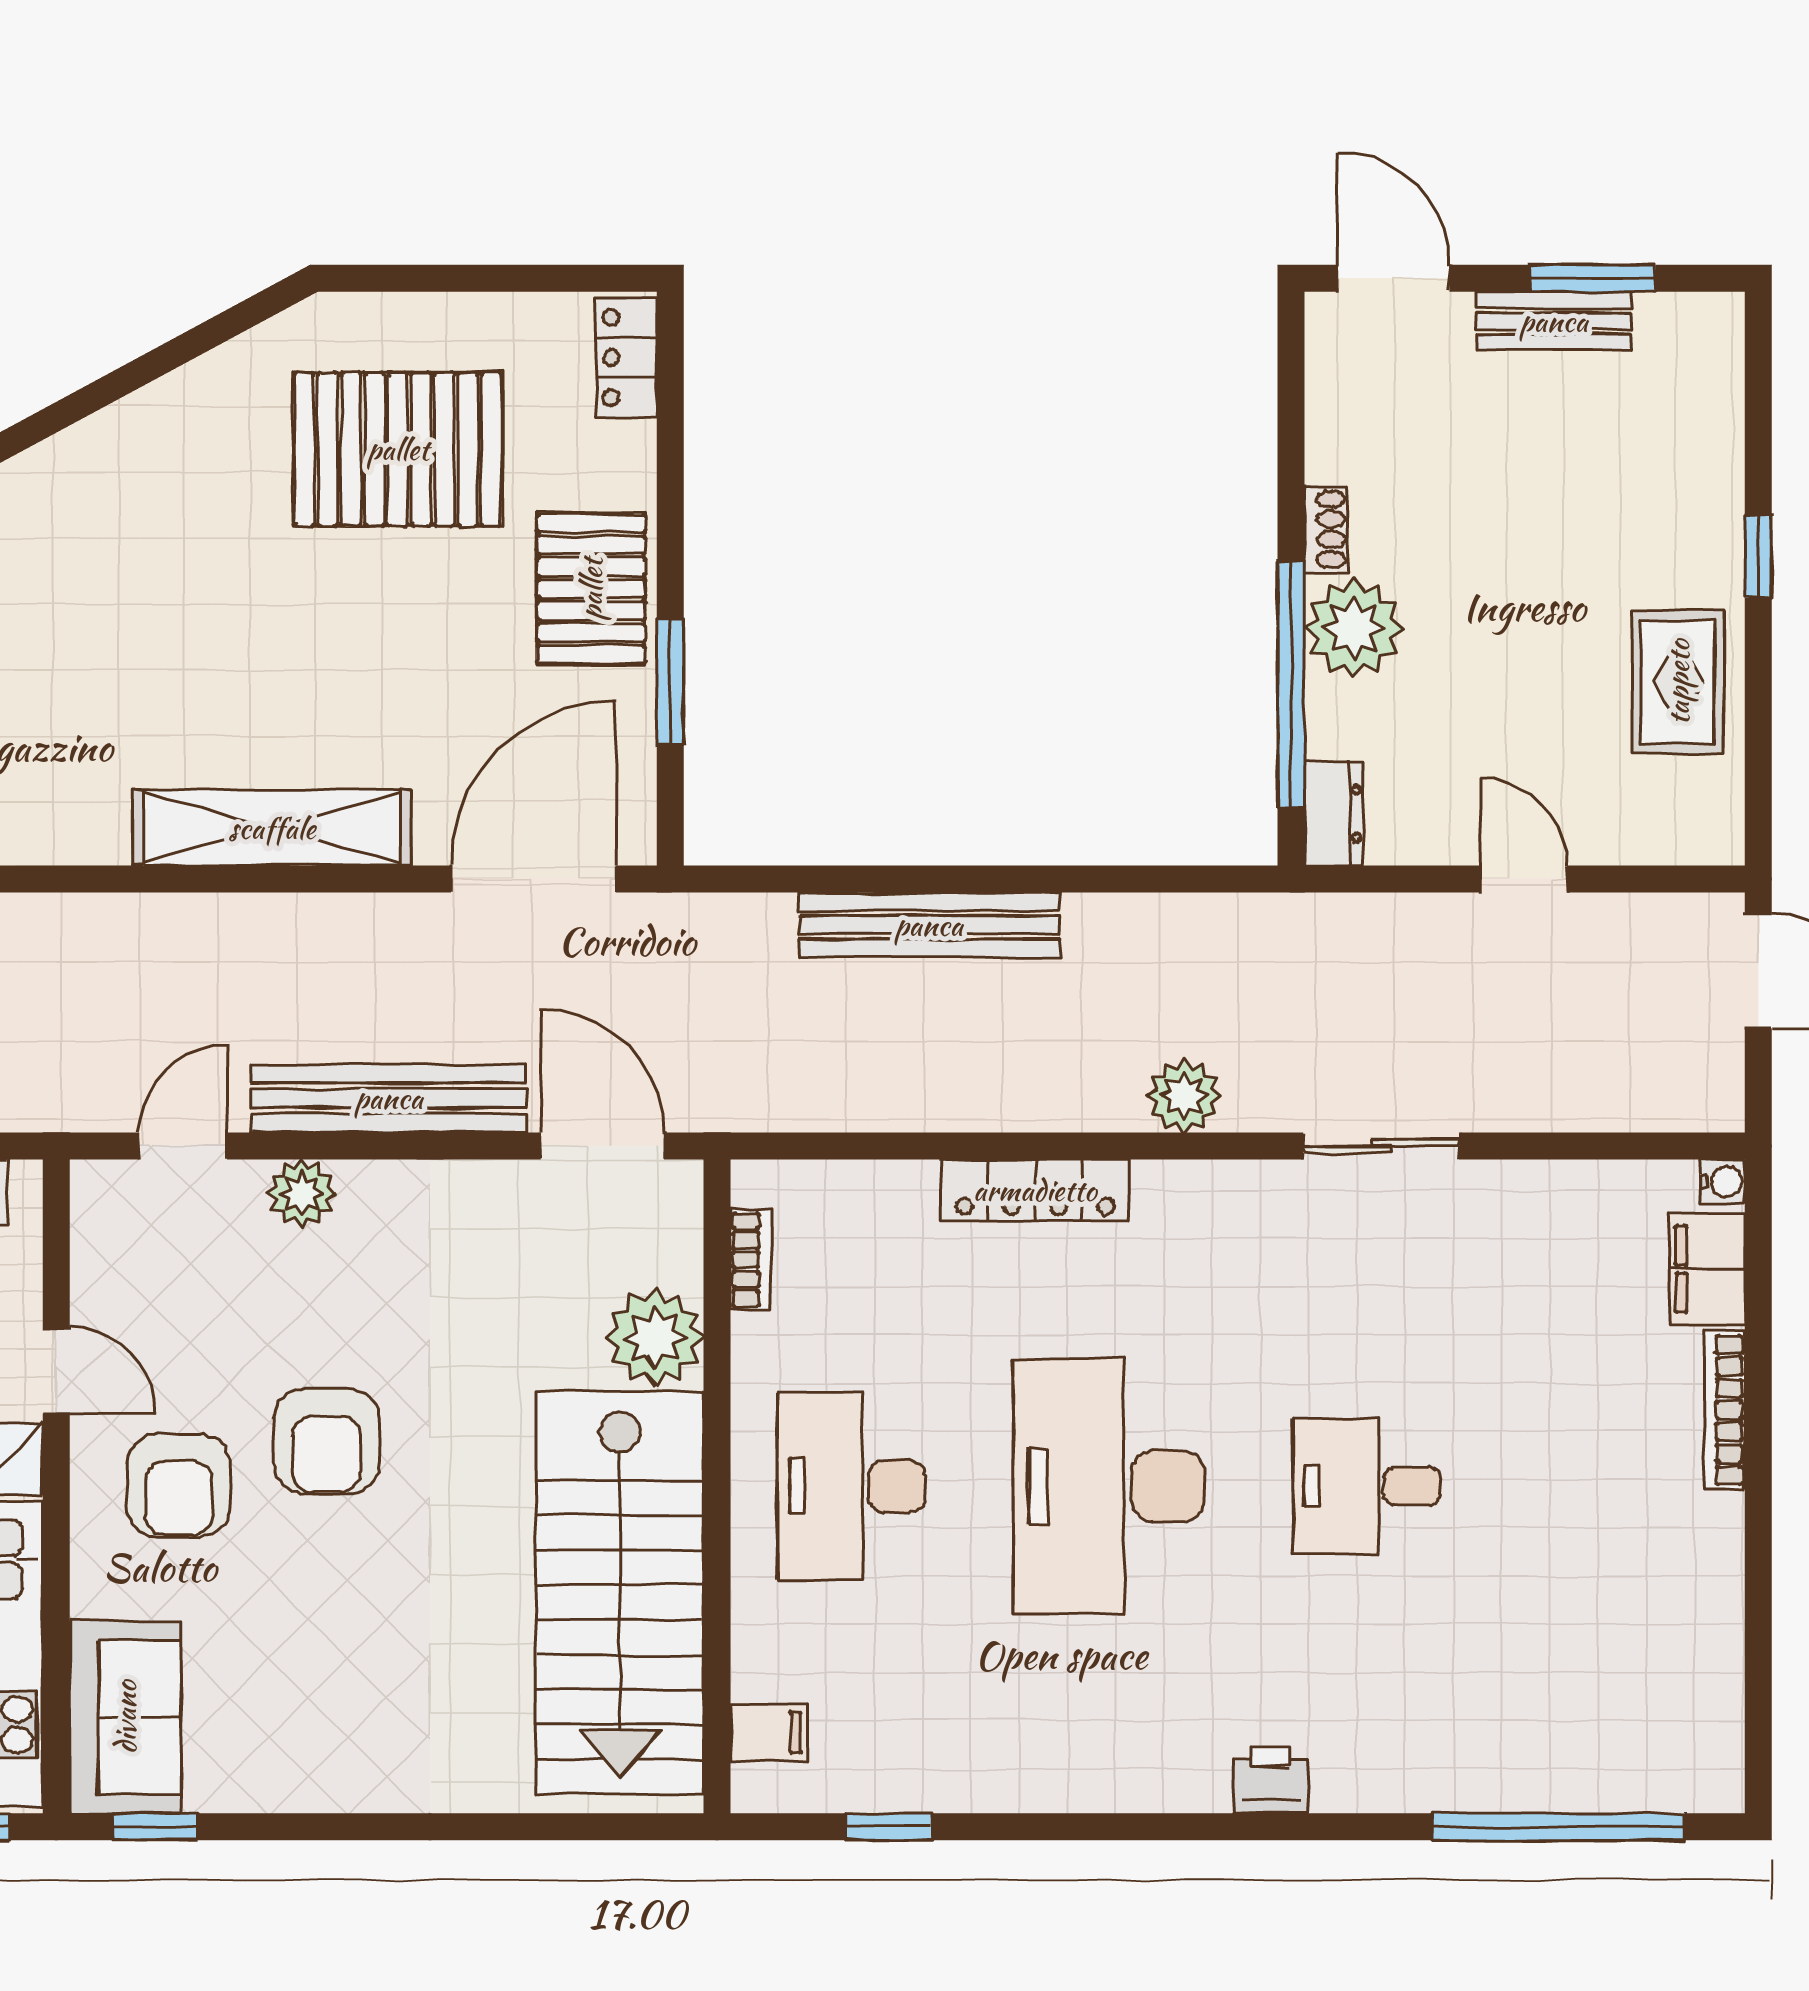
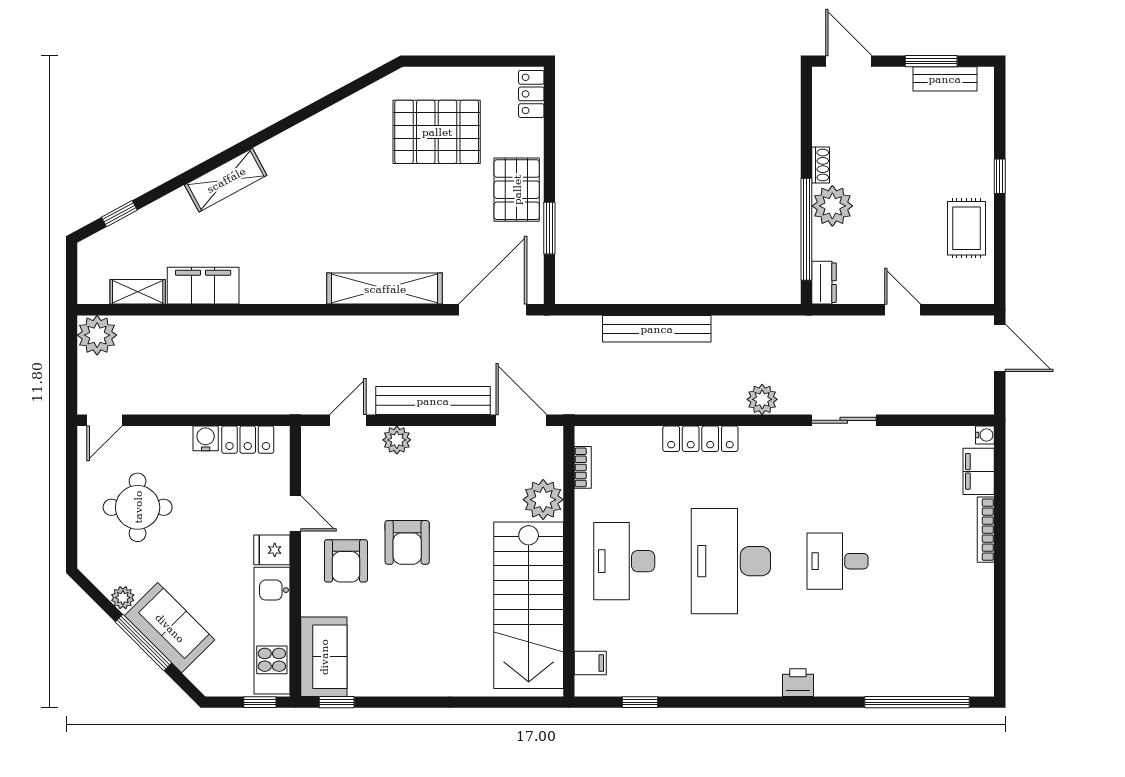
bench: (1554, 321) -> (945, 79), moved

